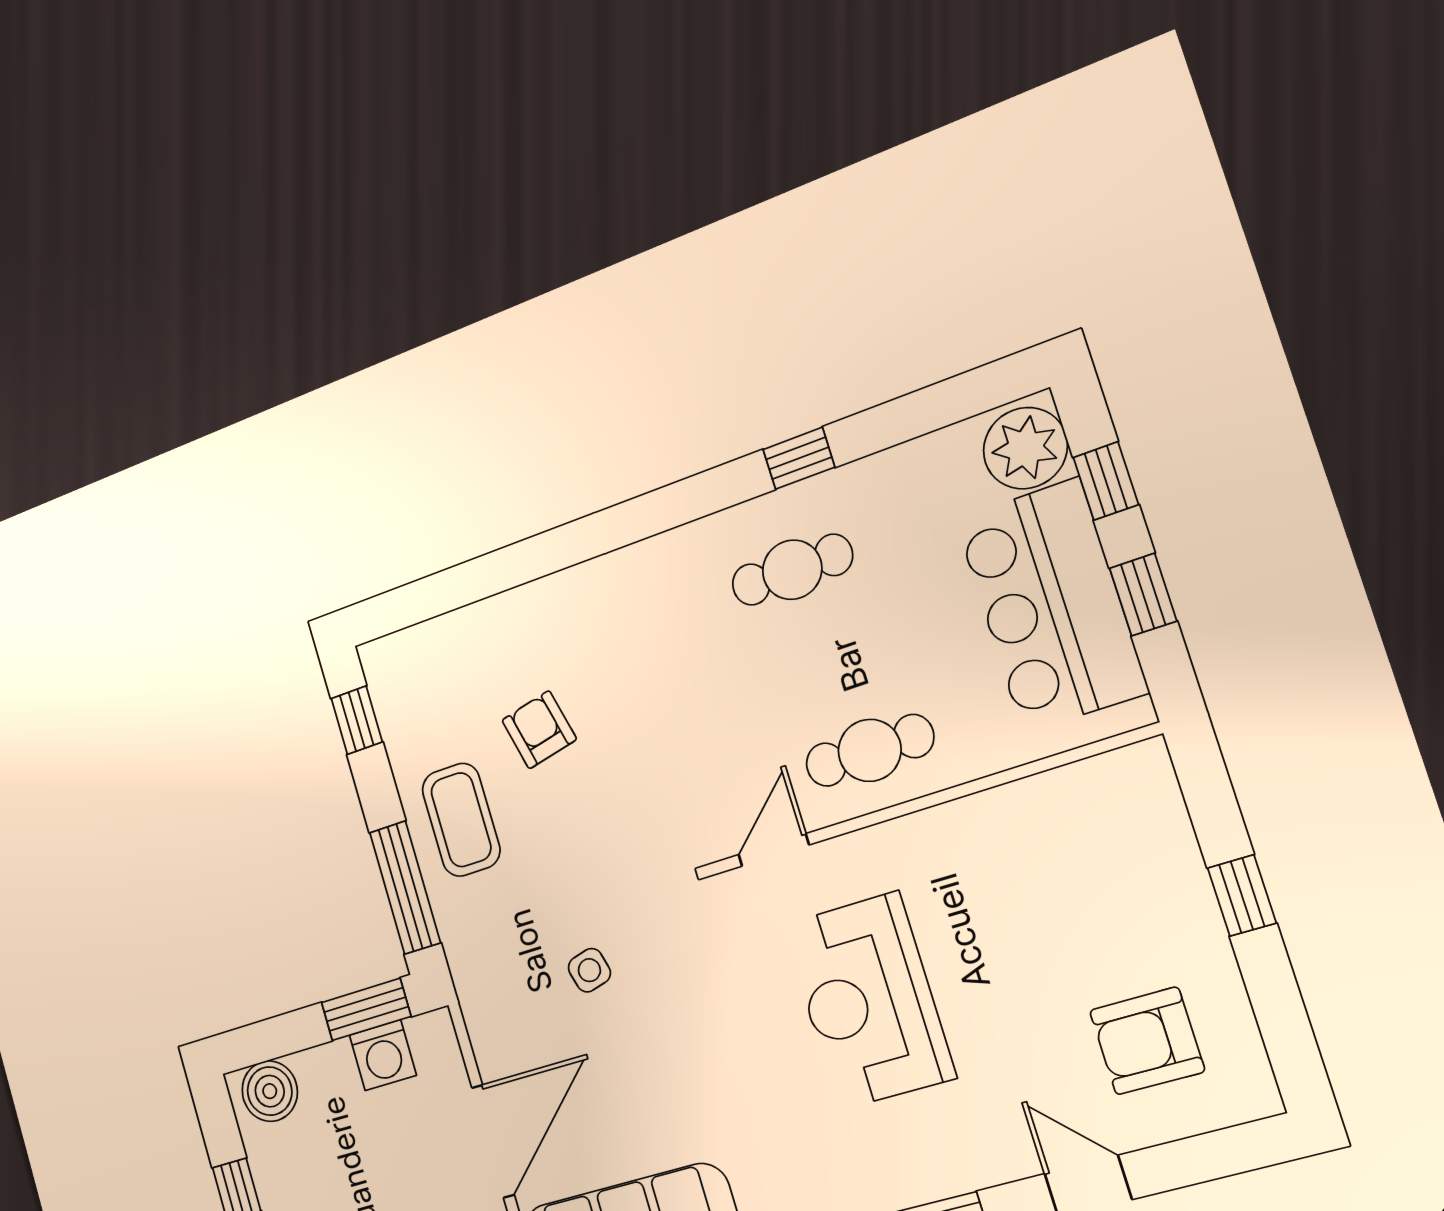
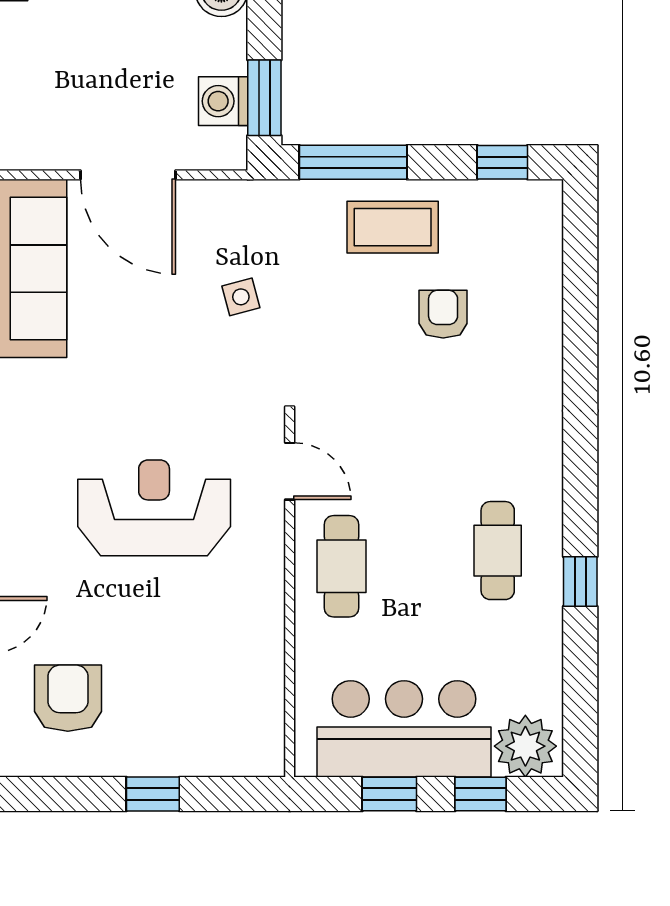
armchair: (539, 730) -> (443, 314), turned -77

